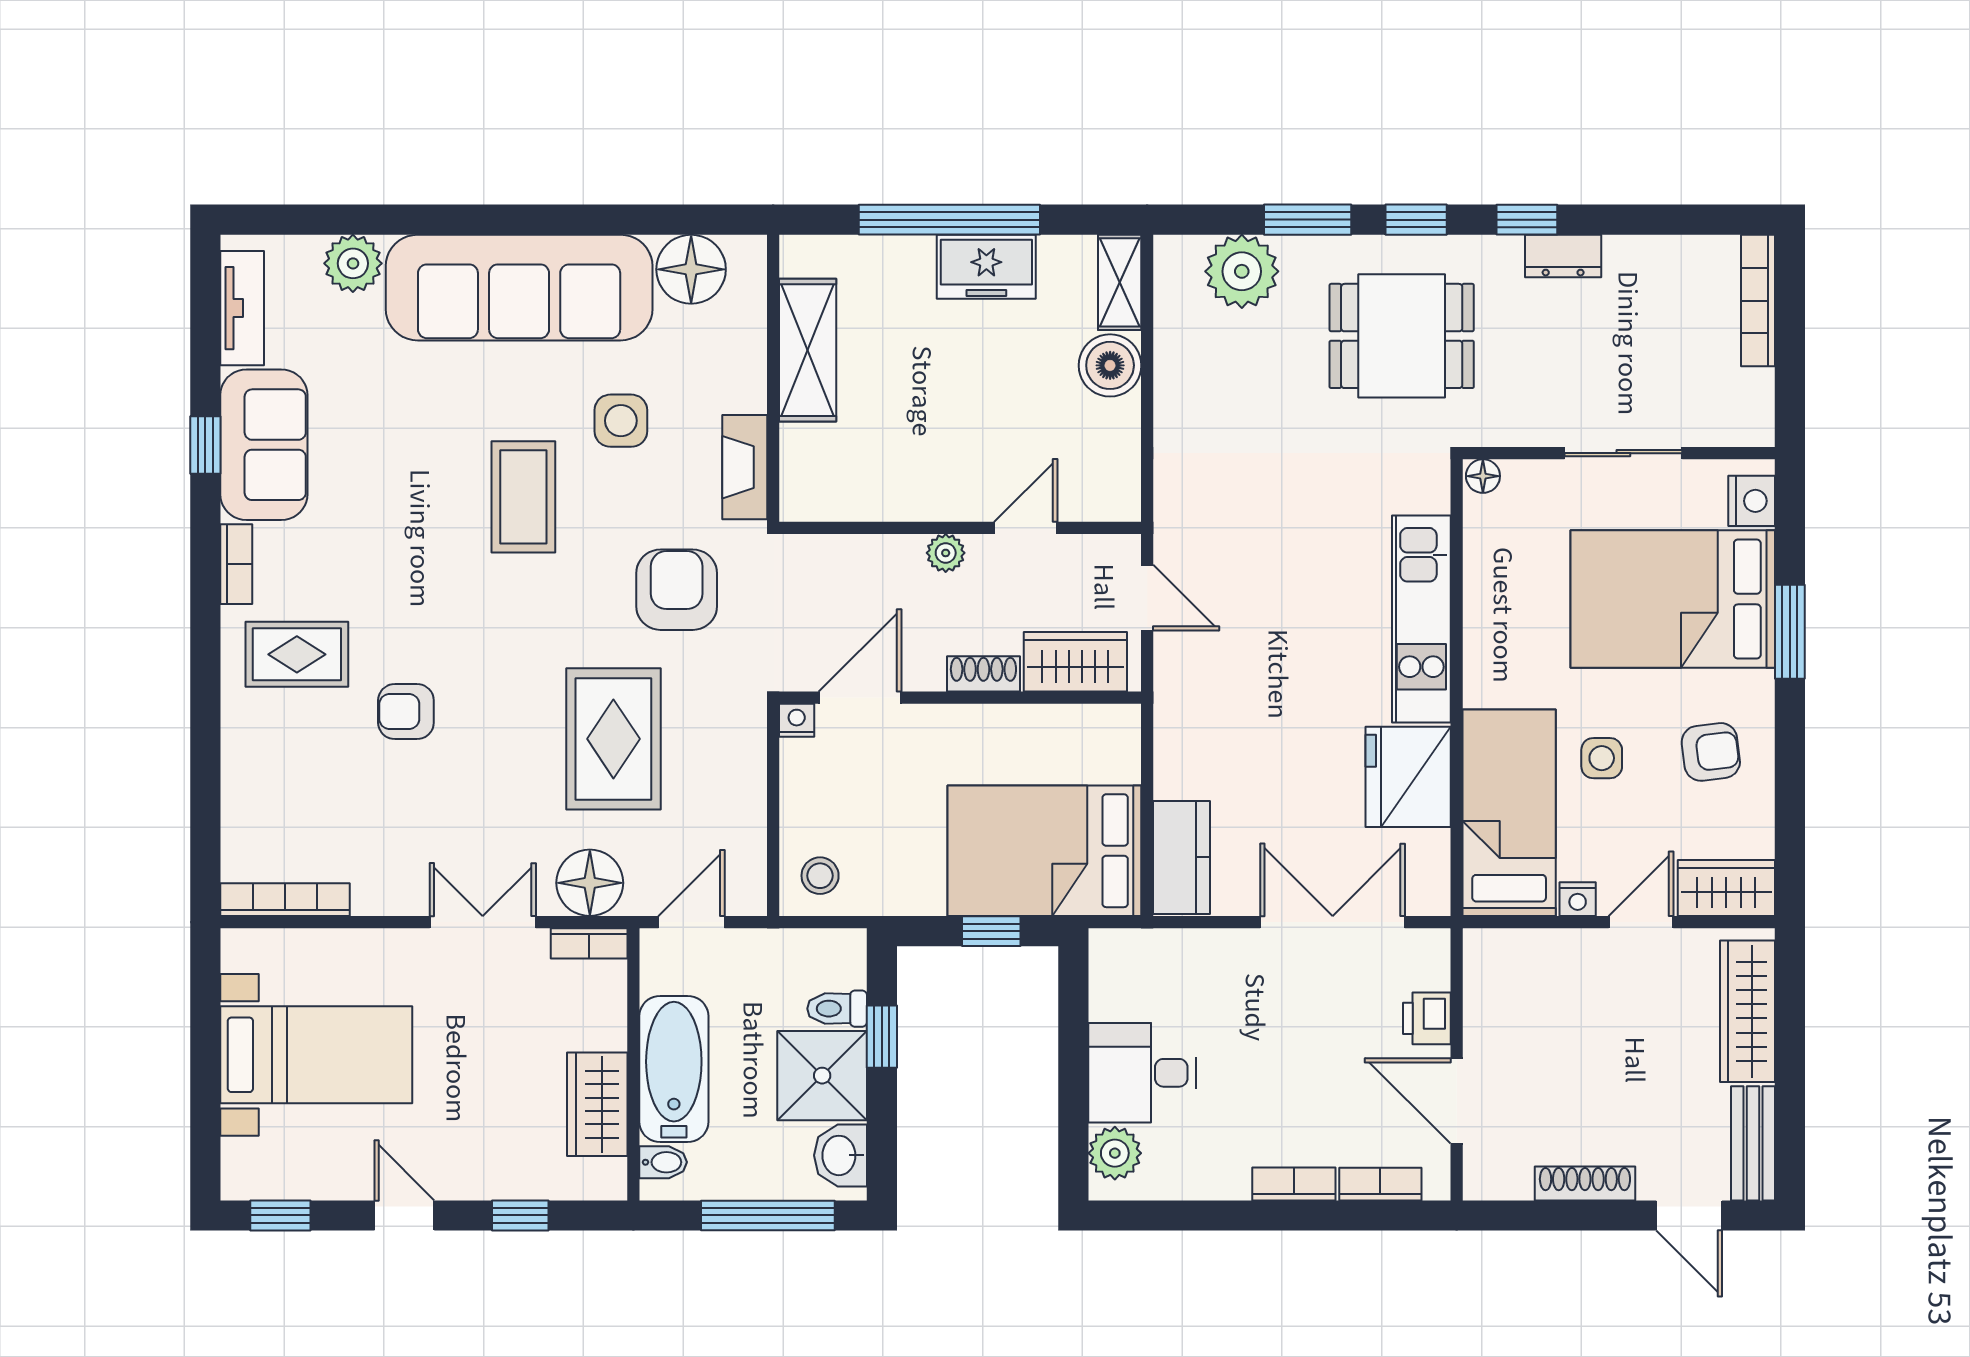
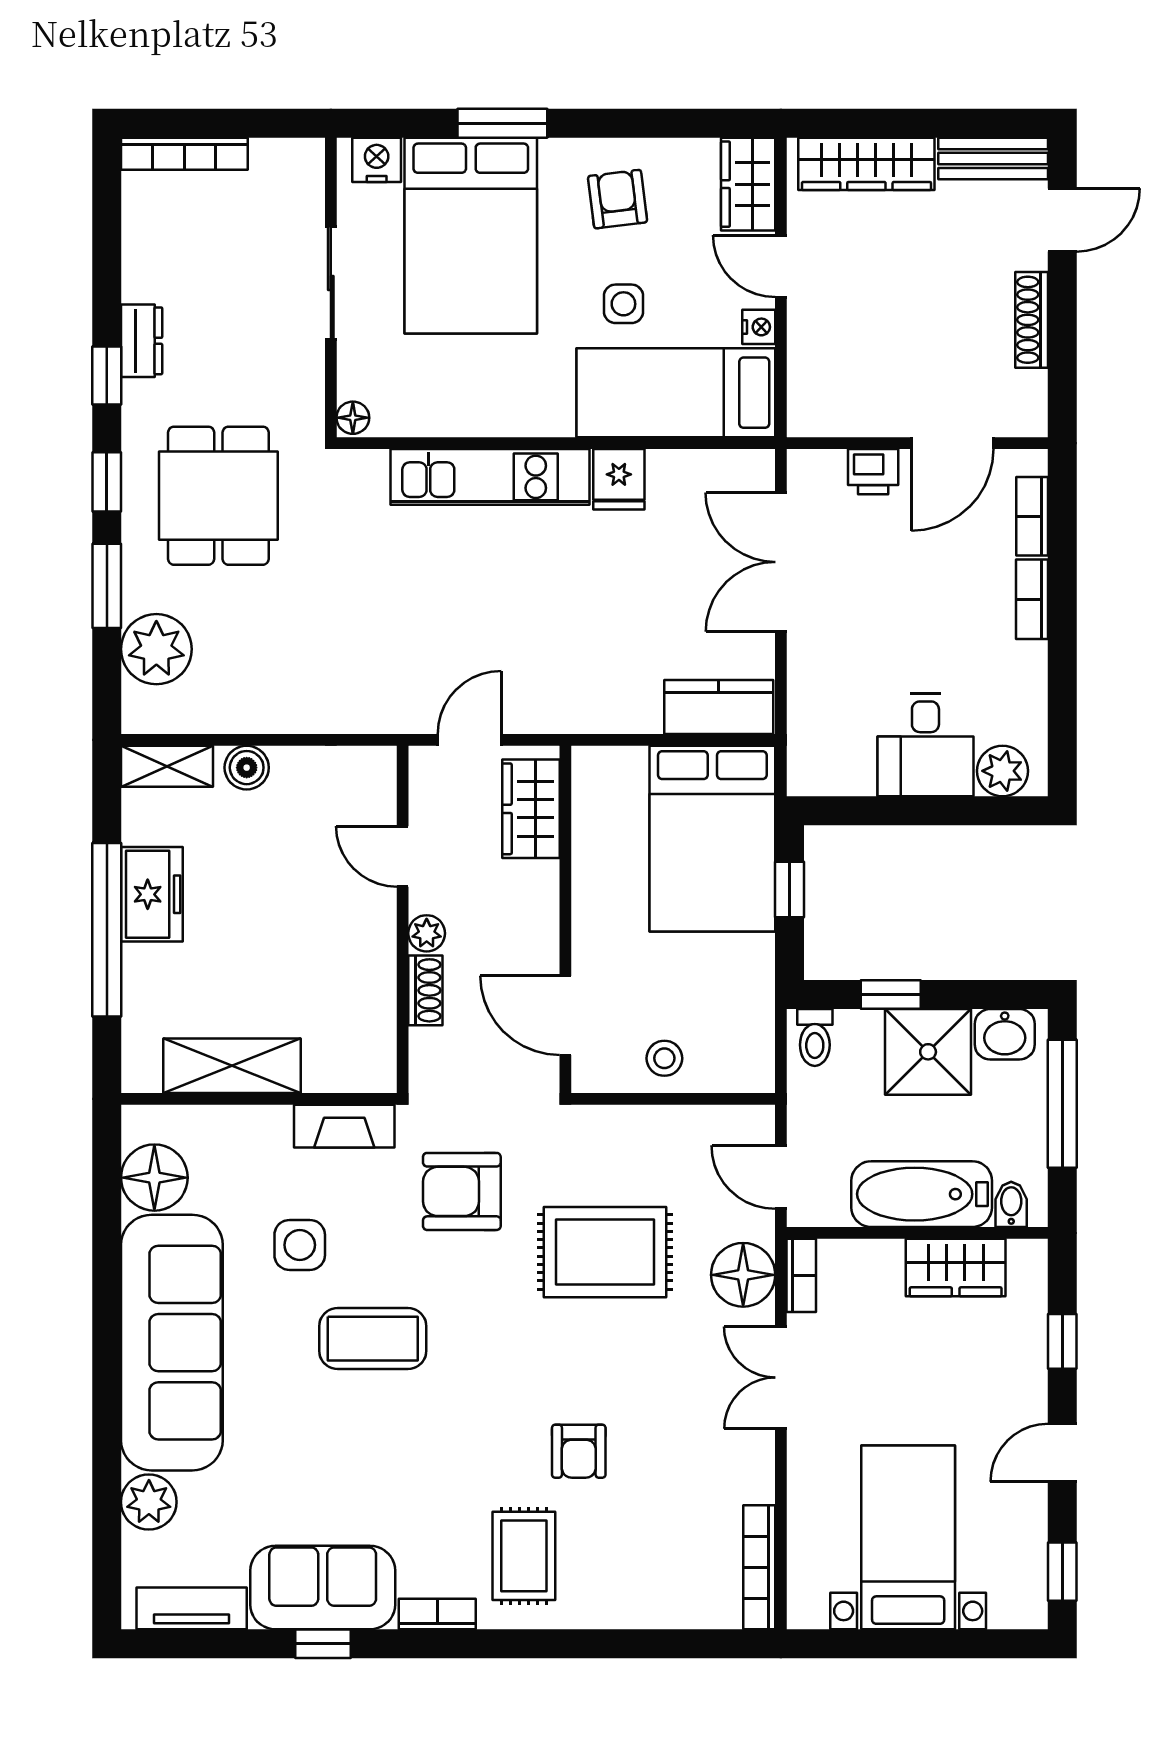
boiler: (1110, 365) -> (247, 768), width x0.73, depth x0.73
shoe rack: (983, 674) -> (425, 990), moved, turned 180
nightstand: (797, 720) -> (587, 1076), removed
fridge: (1408, 777) -> (619, 479), width x0.53, depth x0.75
stool: (820, 876) -> (664, 1058), moved
toilet: (837, 1009) -> (815, 1037), moved

